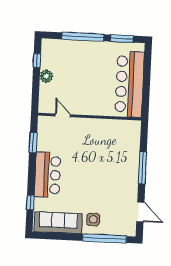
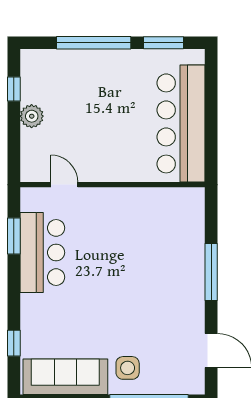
bar counter: (48, 175) -> (42, 253), moved

